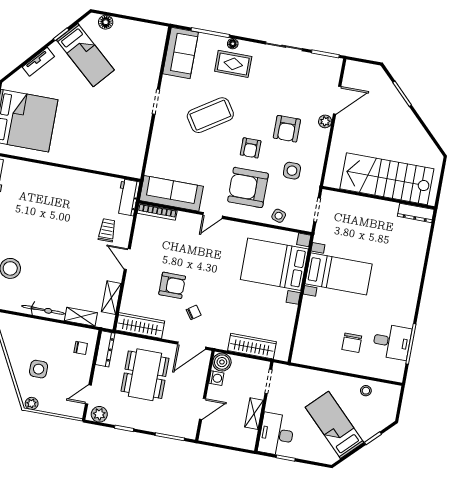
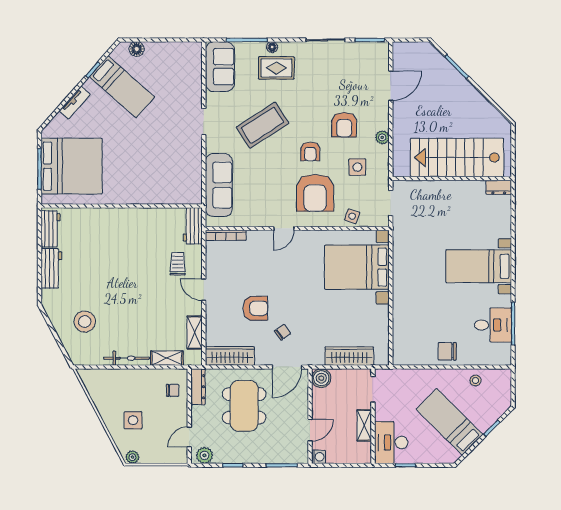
plant: (325, 121) -> (382, 137), moved
armchair: (248, 187) -> (315, 193), turned -90
sofa: (171, 193) -> (219, 185), moved, turned 90
dresser: (416, 213) -> (499, 187), width x0.70
bed with nightstands: (339, 274) -> (479, 266), moved, turned 180
chair: (352, 343) -> (447, 351), moved, turned 90
washing machine: (216, 378) -> (319, 457), moved

